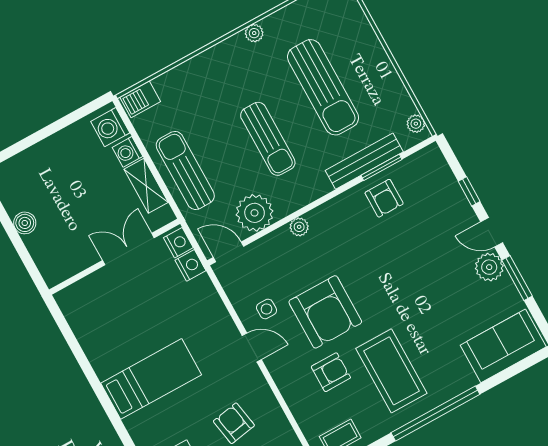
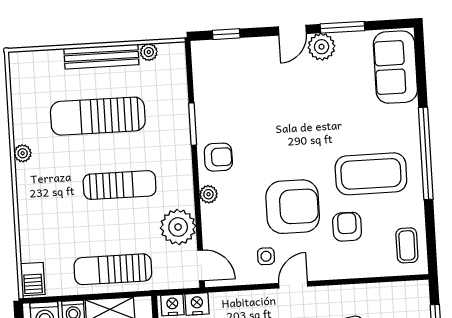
sun lounger: (323, 87) -> (98, 116), turned 180
plant: (416, 124) -> (149, 52), moved
bench: (364, 161) -> (101, 57), moved, turned 90
window: (381, 167) -> (193, 124), moved
window: (469, 191) -> (226, 34), moved
armchair: (384, 198) -> (218, 157), moved
door: (229, 252) -> (201, 266), swing flipped

